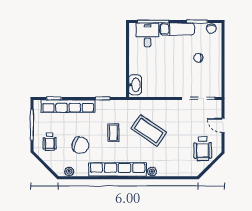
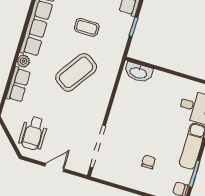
wheelchair: (203, 149) -> (33, 133), turned -89
row of seats: (170, 170) -> (18, 85), added

